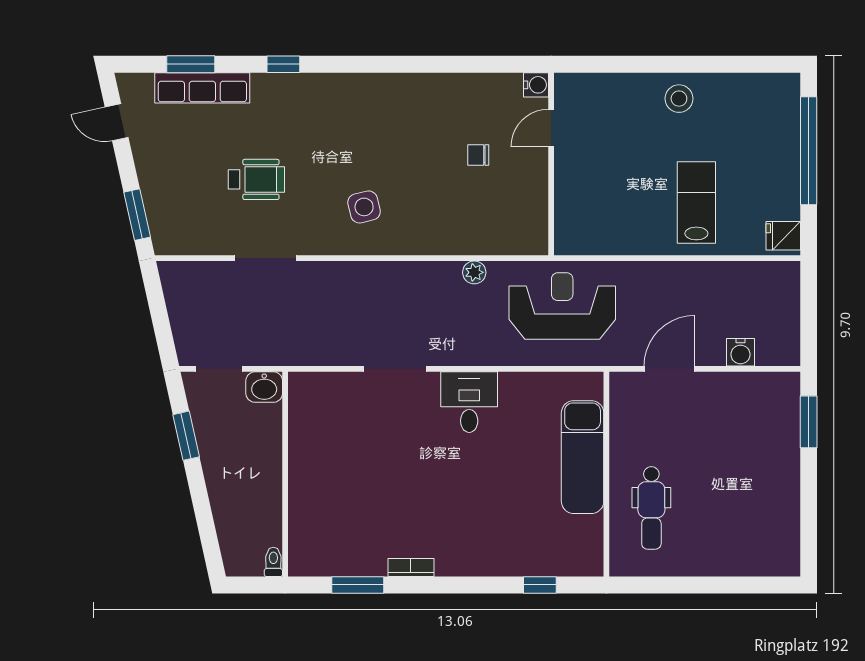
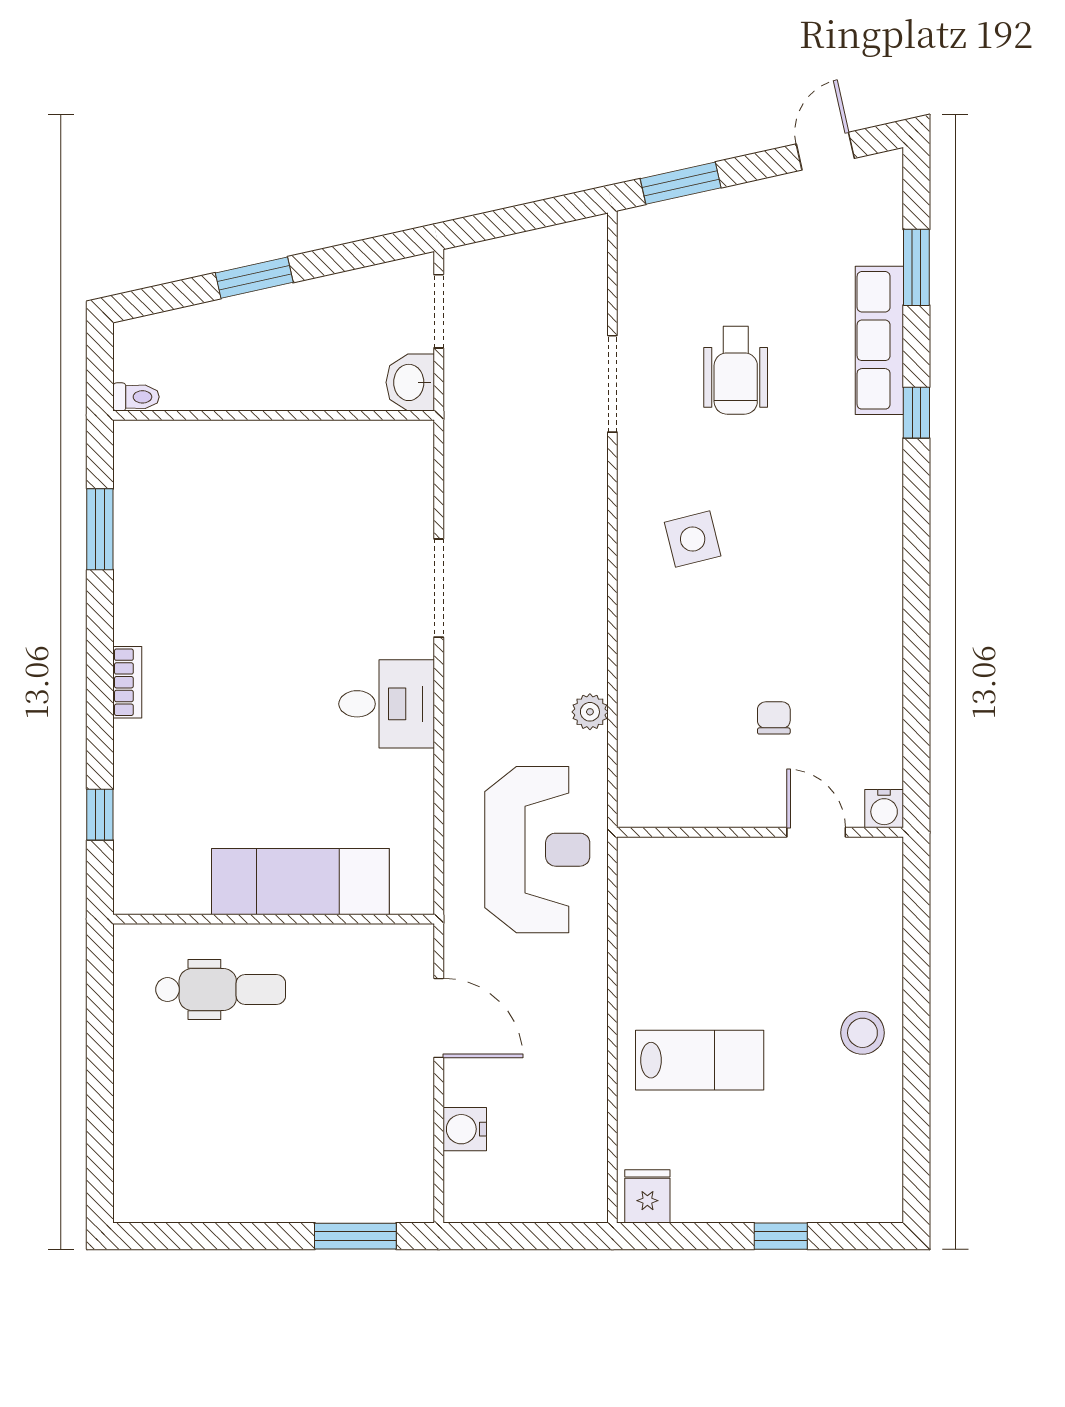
row of seats: (202, 88) -> (879, 340), moved
window: (809, 151) -> (781, 1236), width x0.32
window: (186, 436) -> (254, 278), moved
dental chair: (651, 508) -> (221, 990), turned 180
bookcase: (411, 567) -> (127, 682), moved

